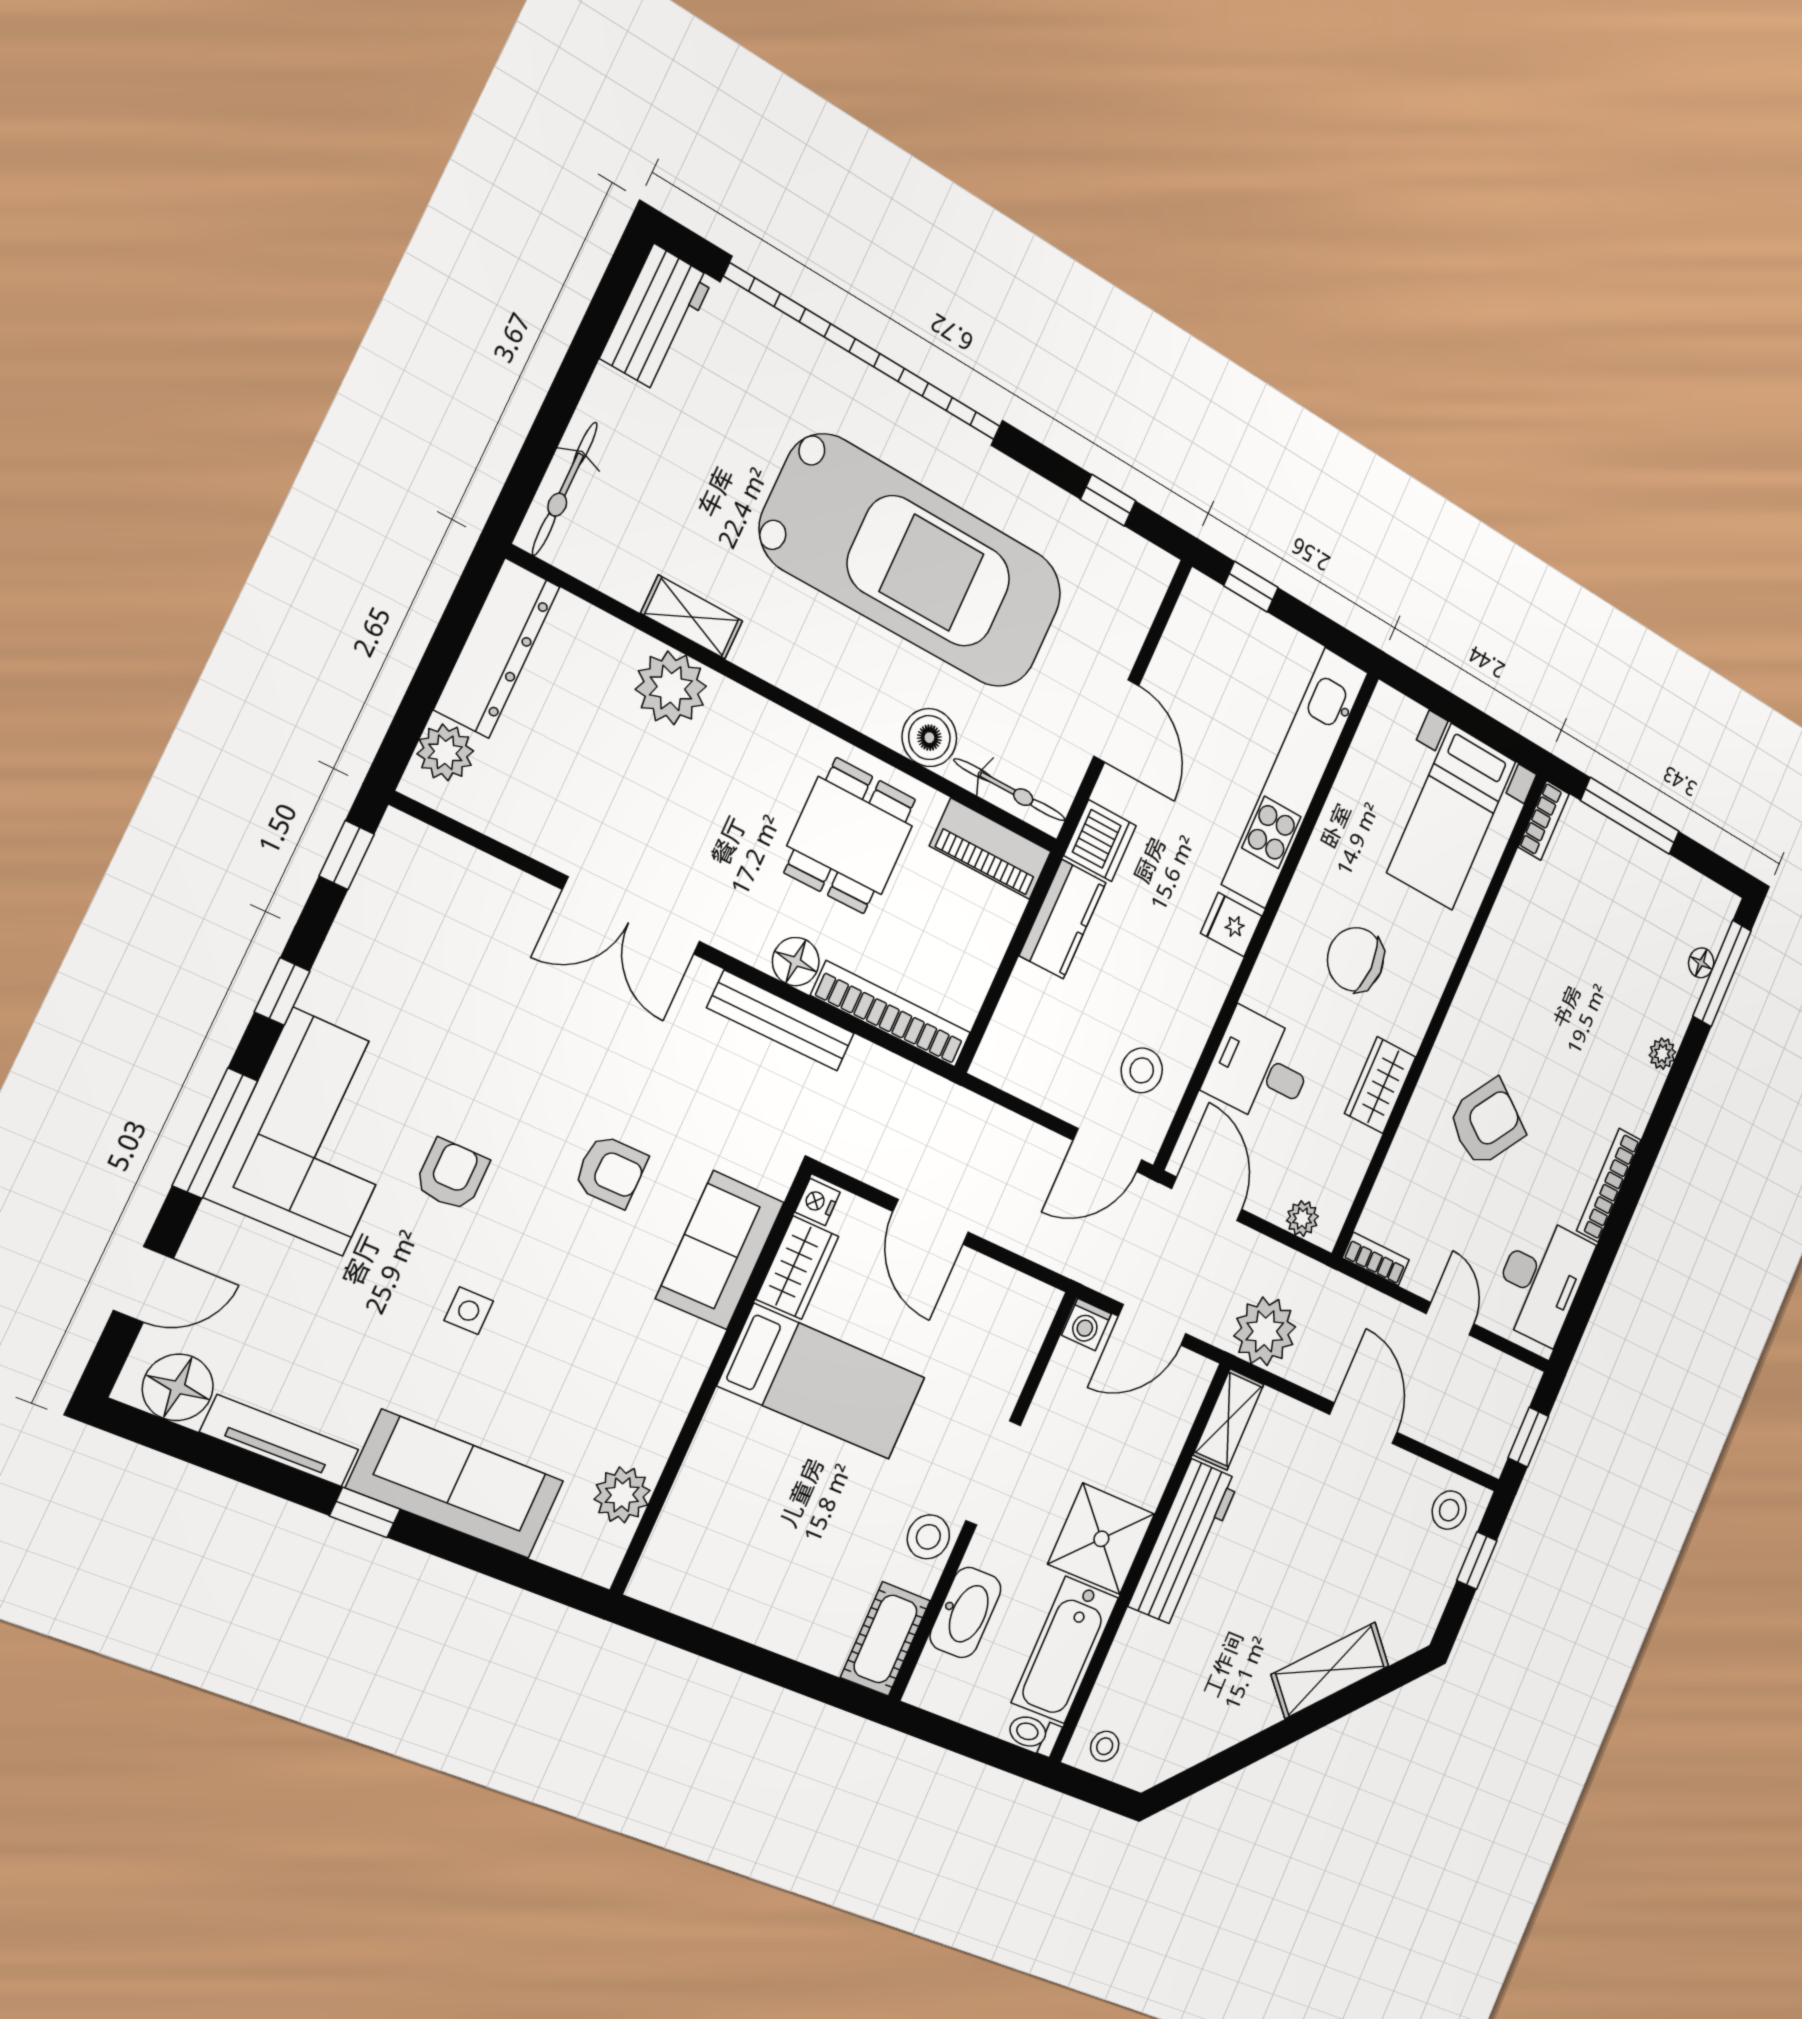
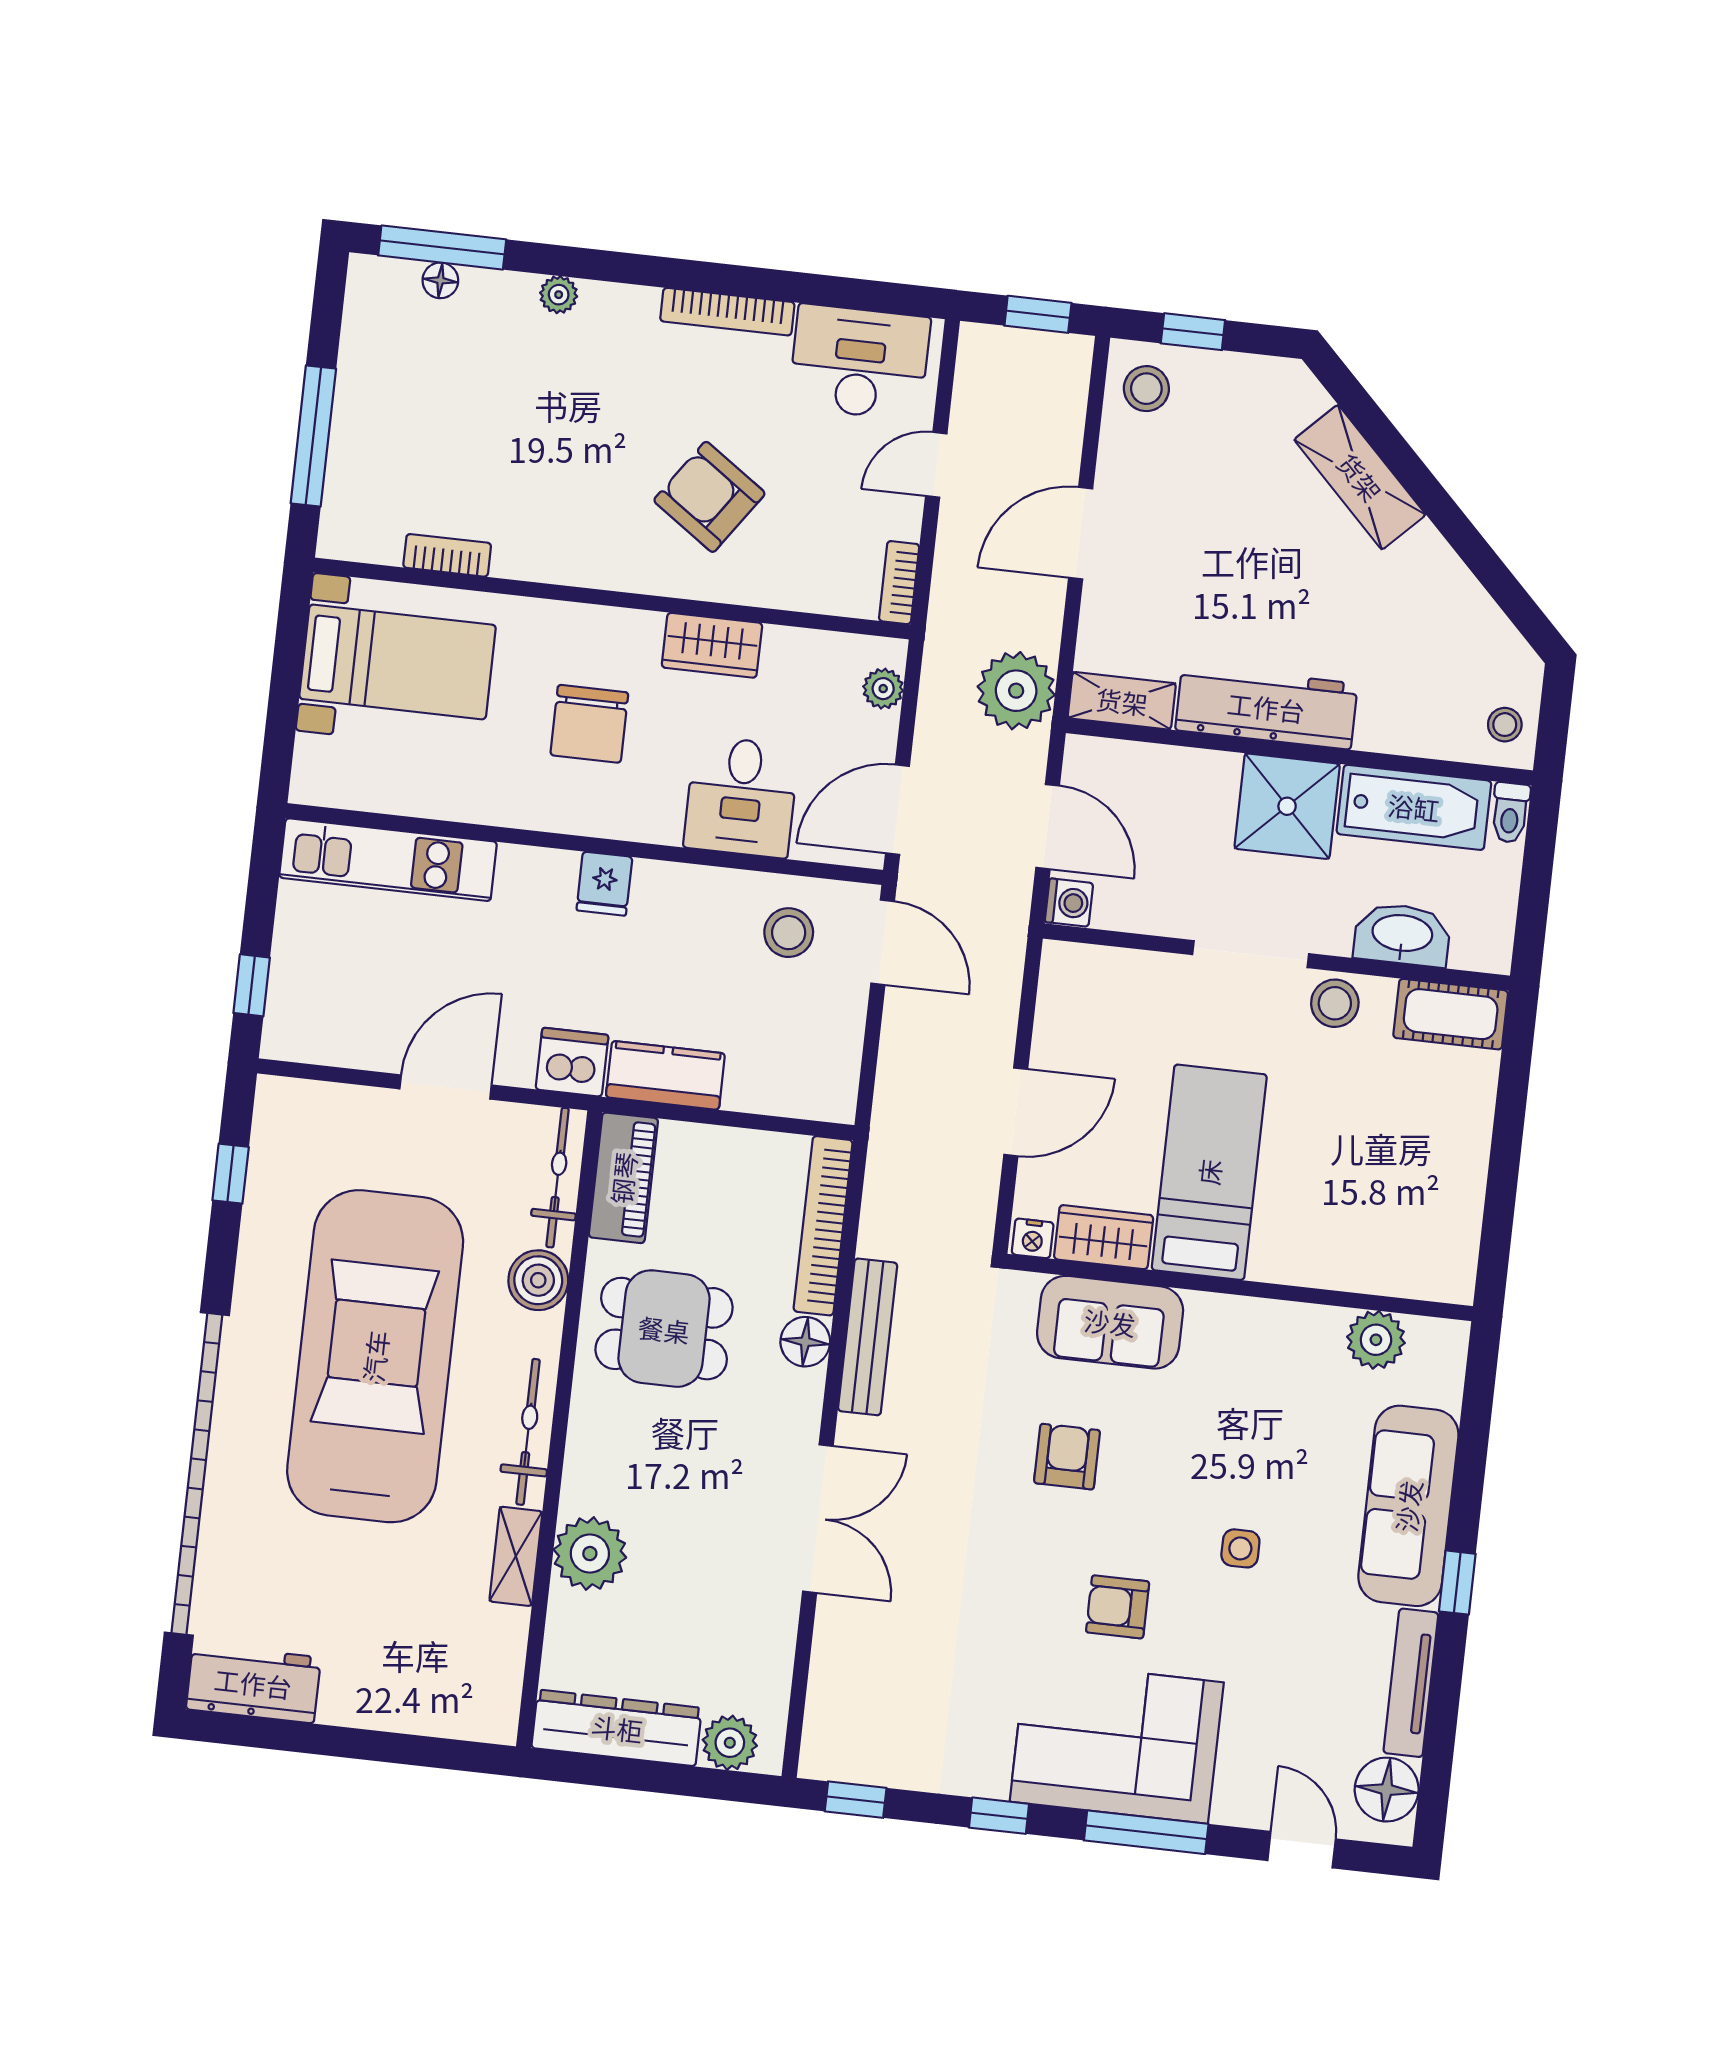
bicycle: (565, 489) -> (528, 1432), moved, turned -90
kitchen unit: (1295, 778) -> (388, 860), width x0.73
bookcase: (1544, 820) -> (447, 555), moved

